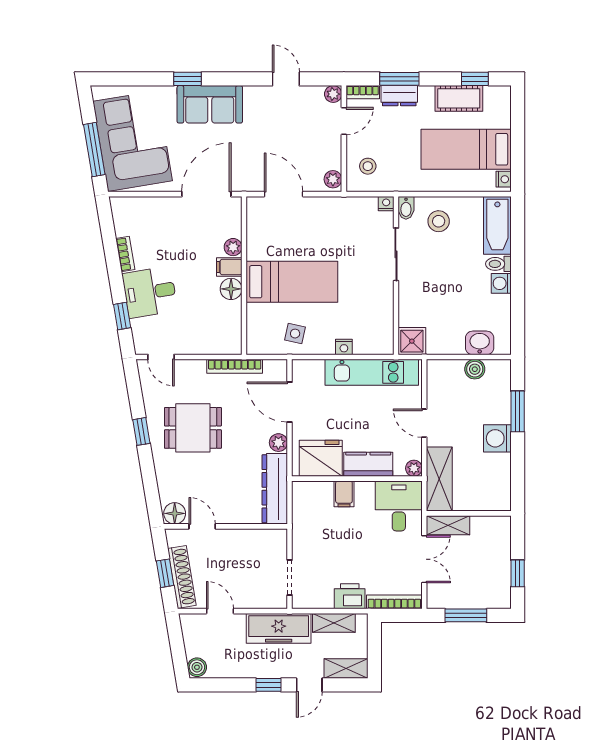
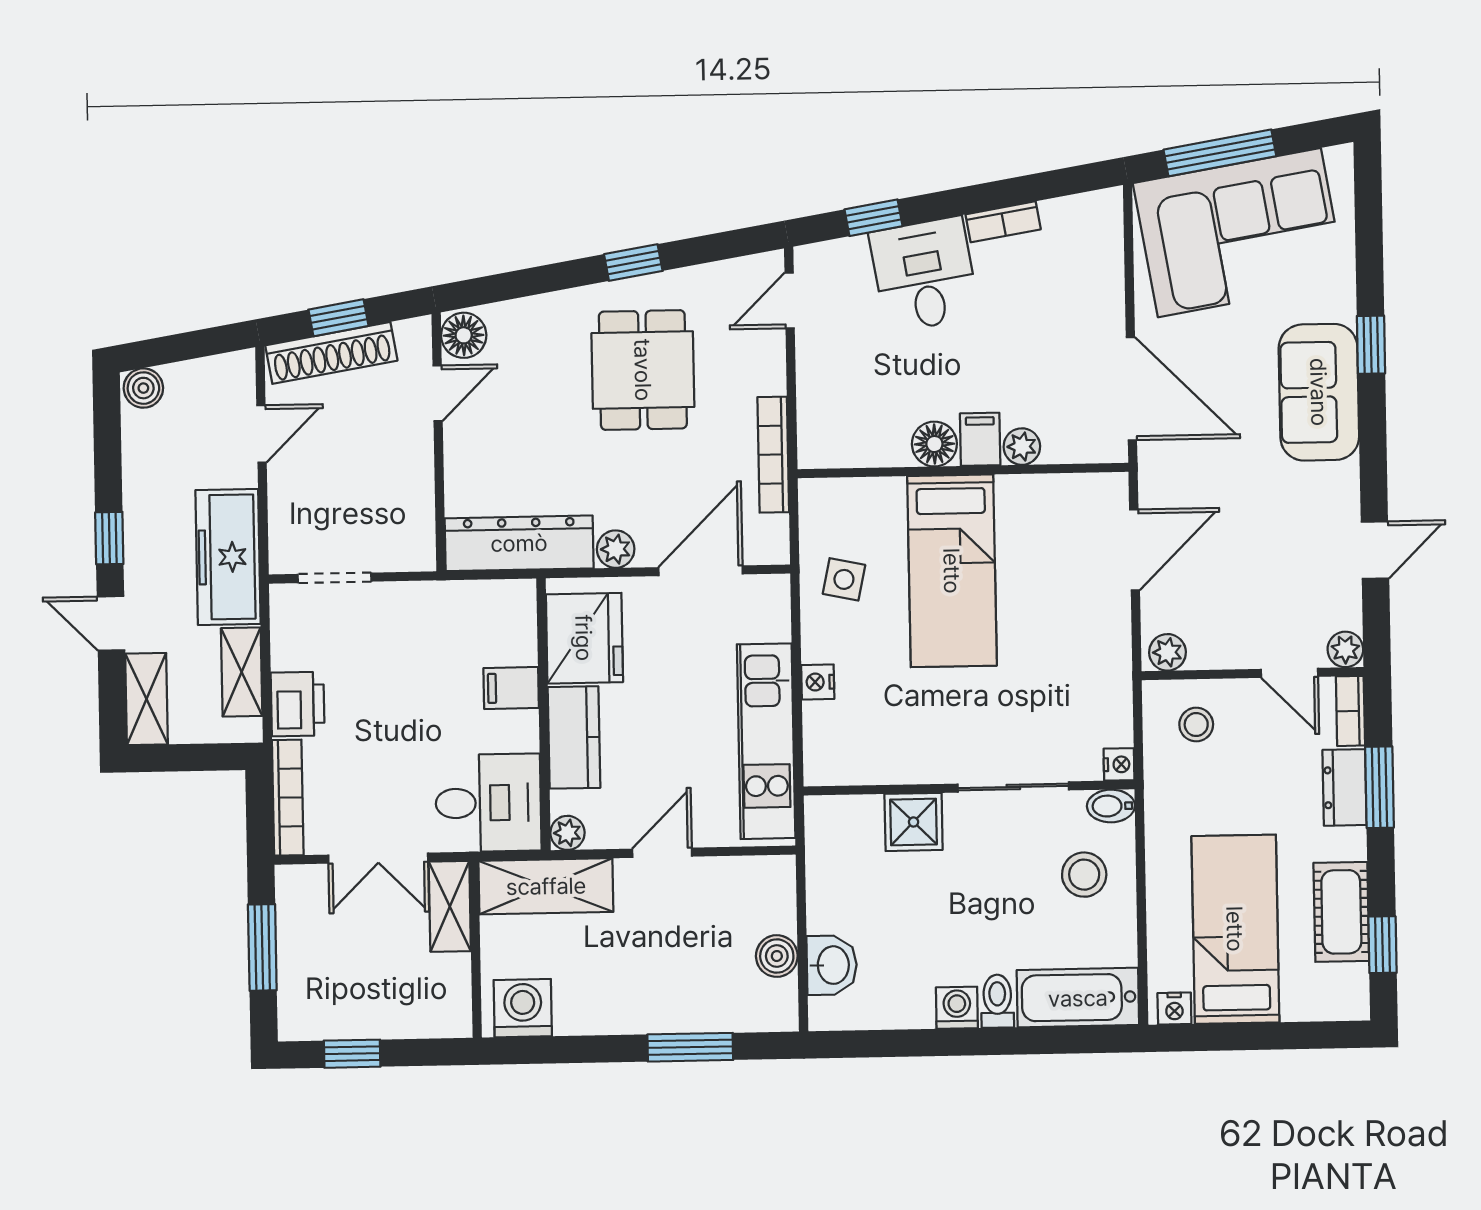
shower: (412, 341) -> (914, 822), moved
washing machine: (497, 438) -> (523, 1008), moved

